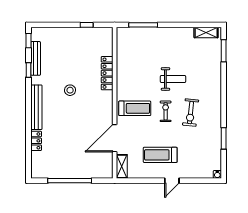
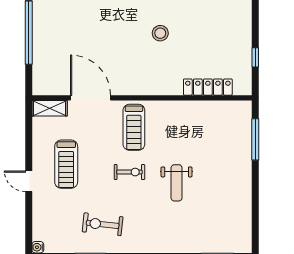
shelving: (206, 33) -> (244, 231), removed
locker: (107, 73) -> (208, 87), moved
exercise bike: (191, 113) -> (103, 224), moved
treadmill: (160, 155) -> (66, 164), turned 180

